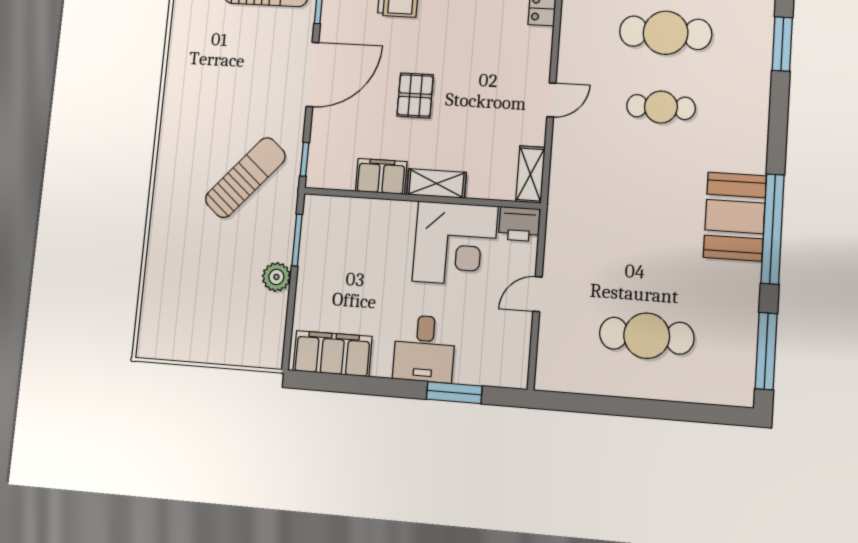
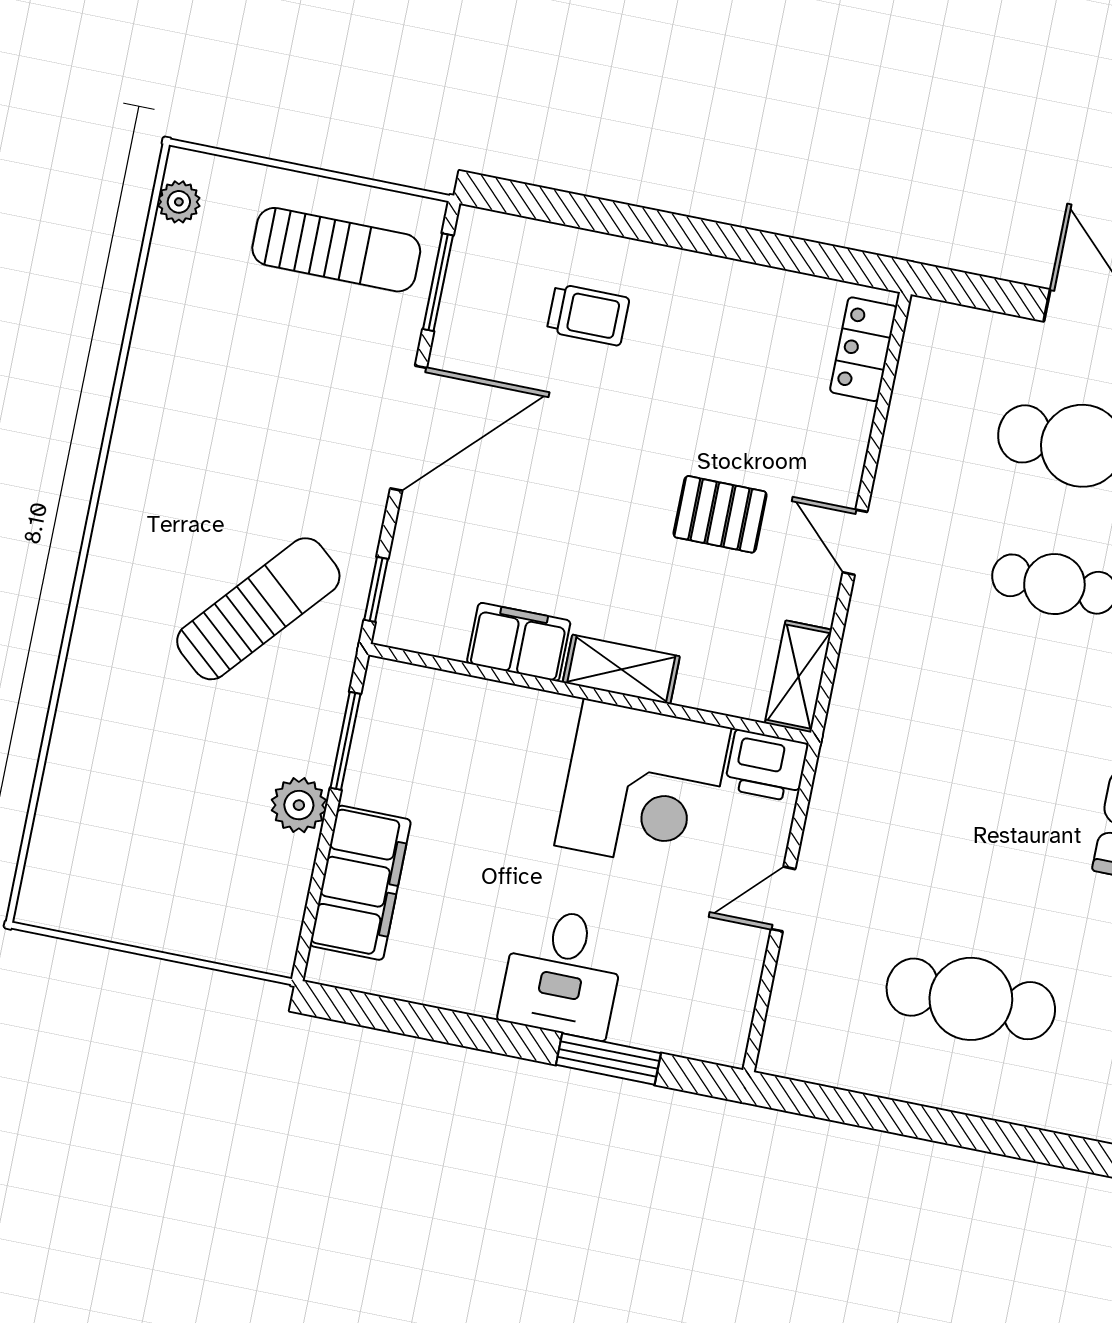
pallet: (415, 95) -> (720, 514), moved, turned 90
door: (551, 100) -> (855, 542), swing flipped
filing cabinet: (333, 354) -> (360, 883), moved, turned 90

